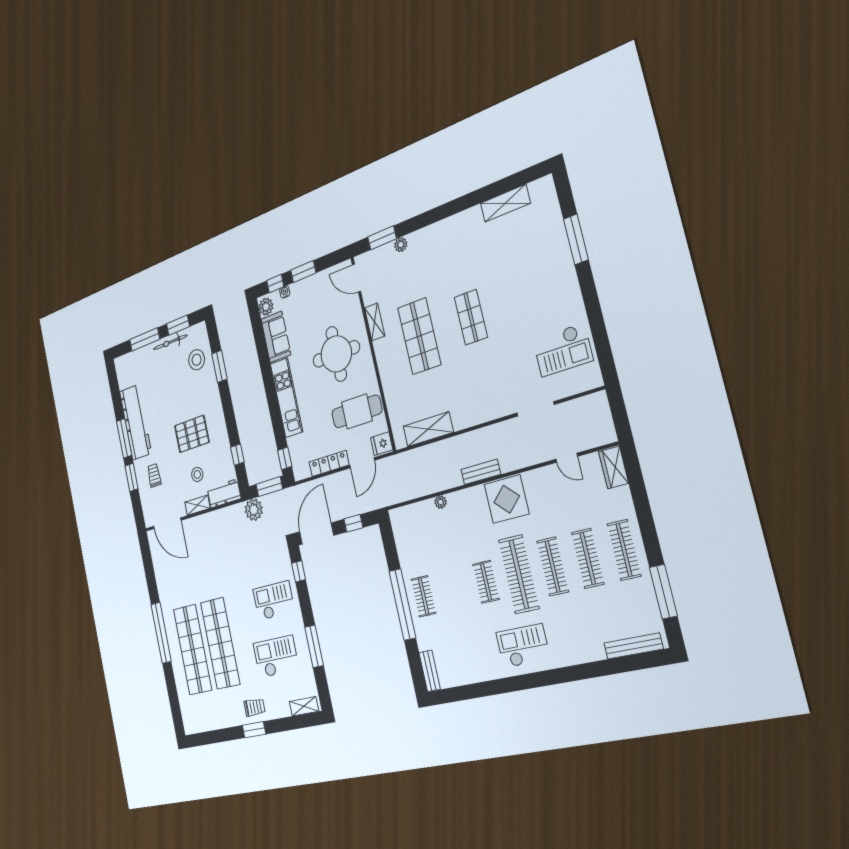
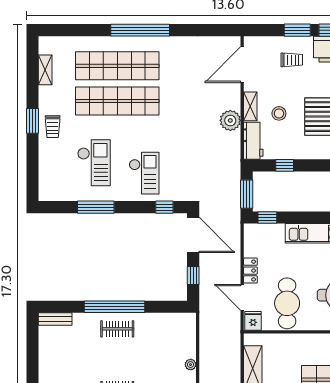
locker: (329, 463) -> (250, 271), width x0.66
plant: (254, 510) -> (230, 120), moved
shelving: (304, 706) -> (45, 70), moved

